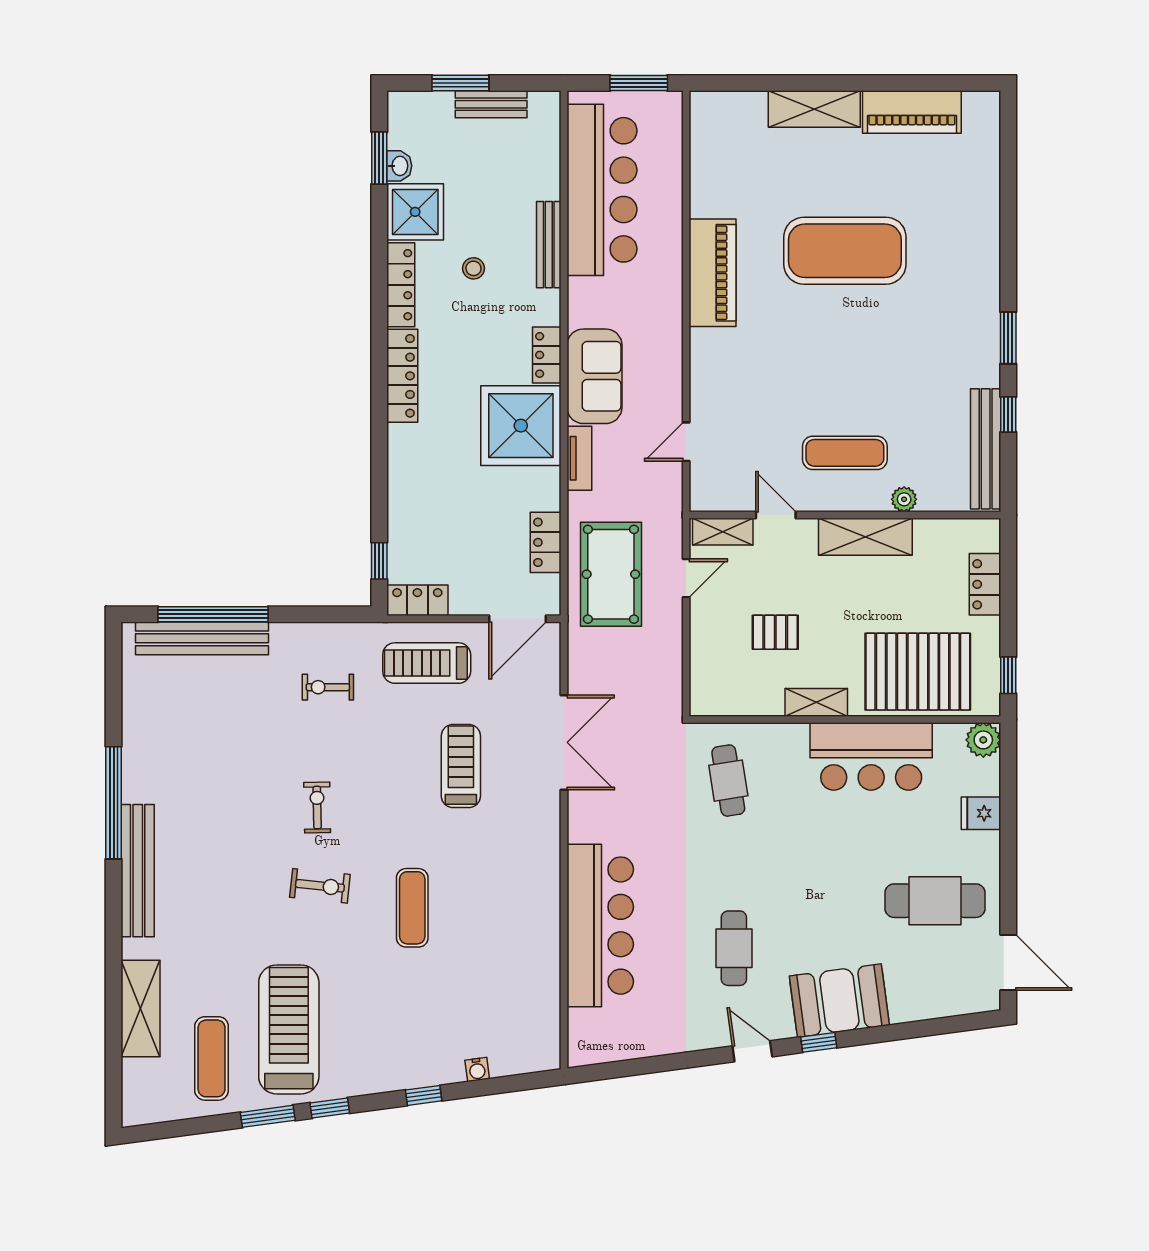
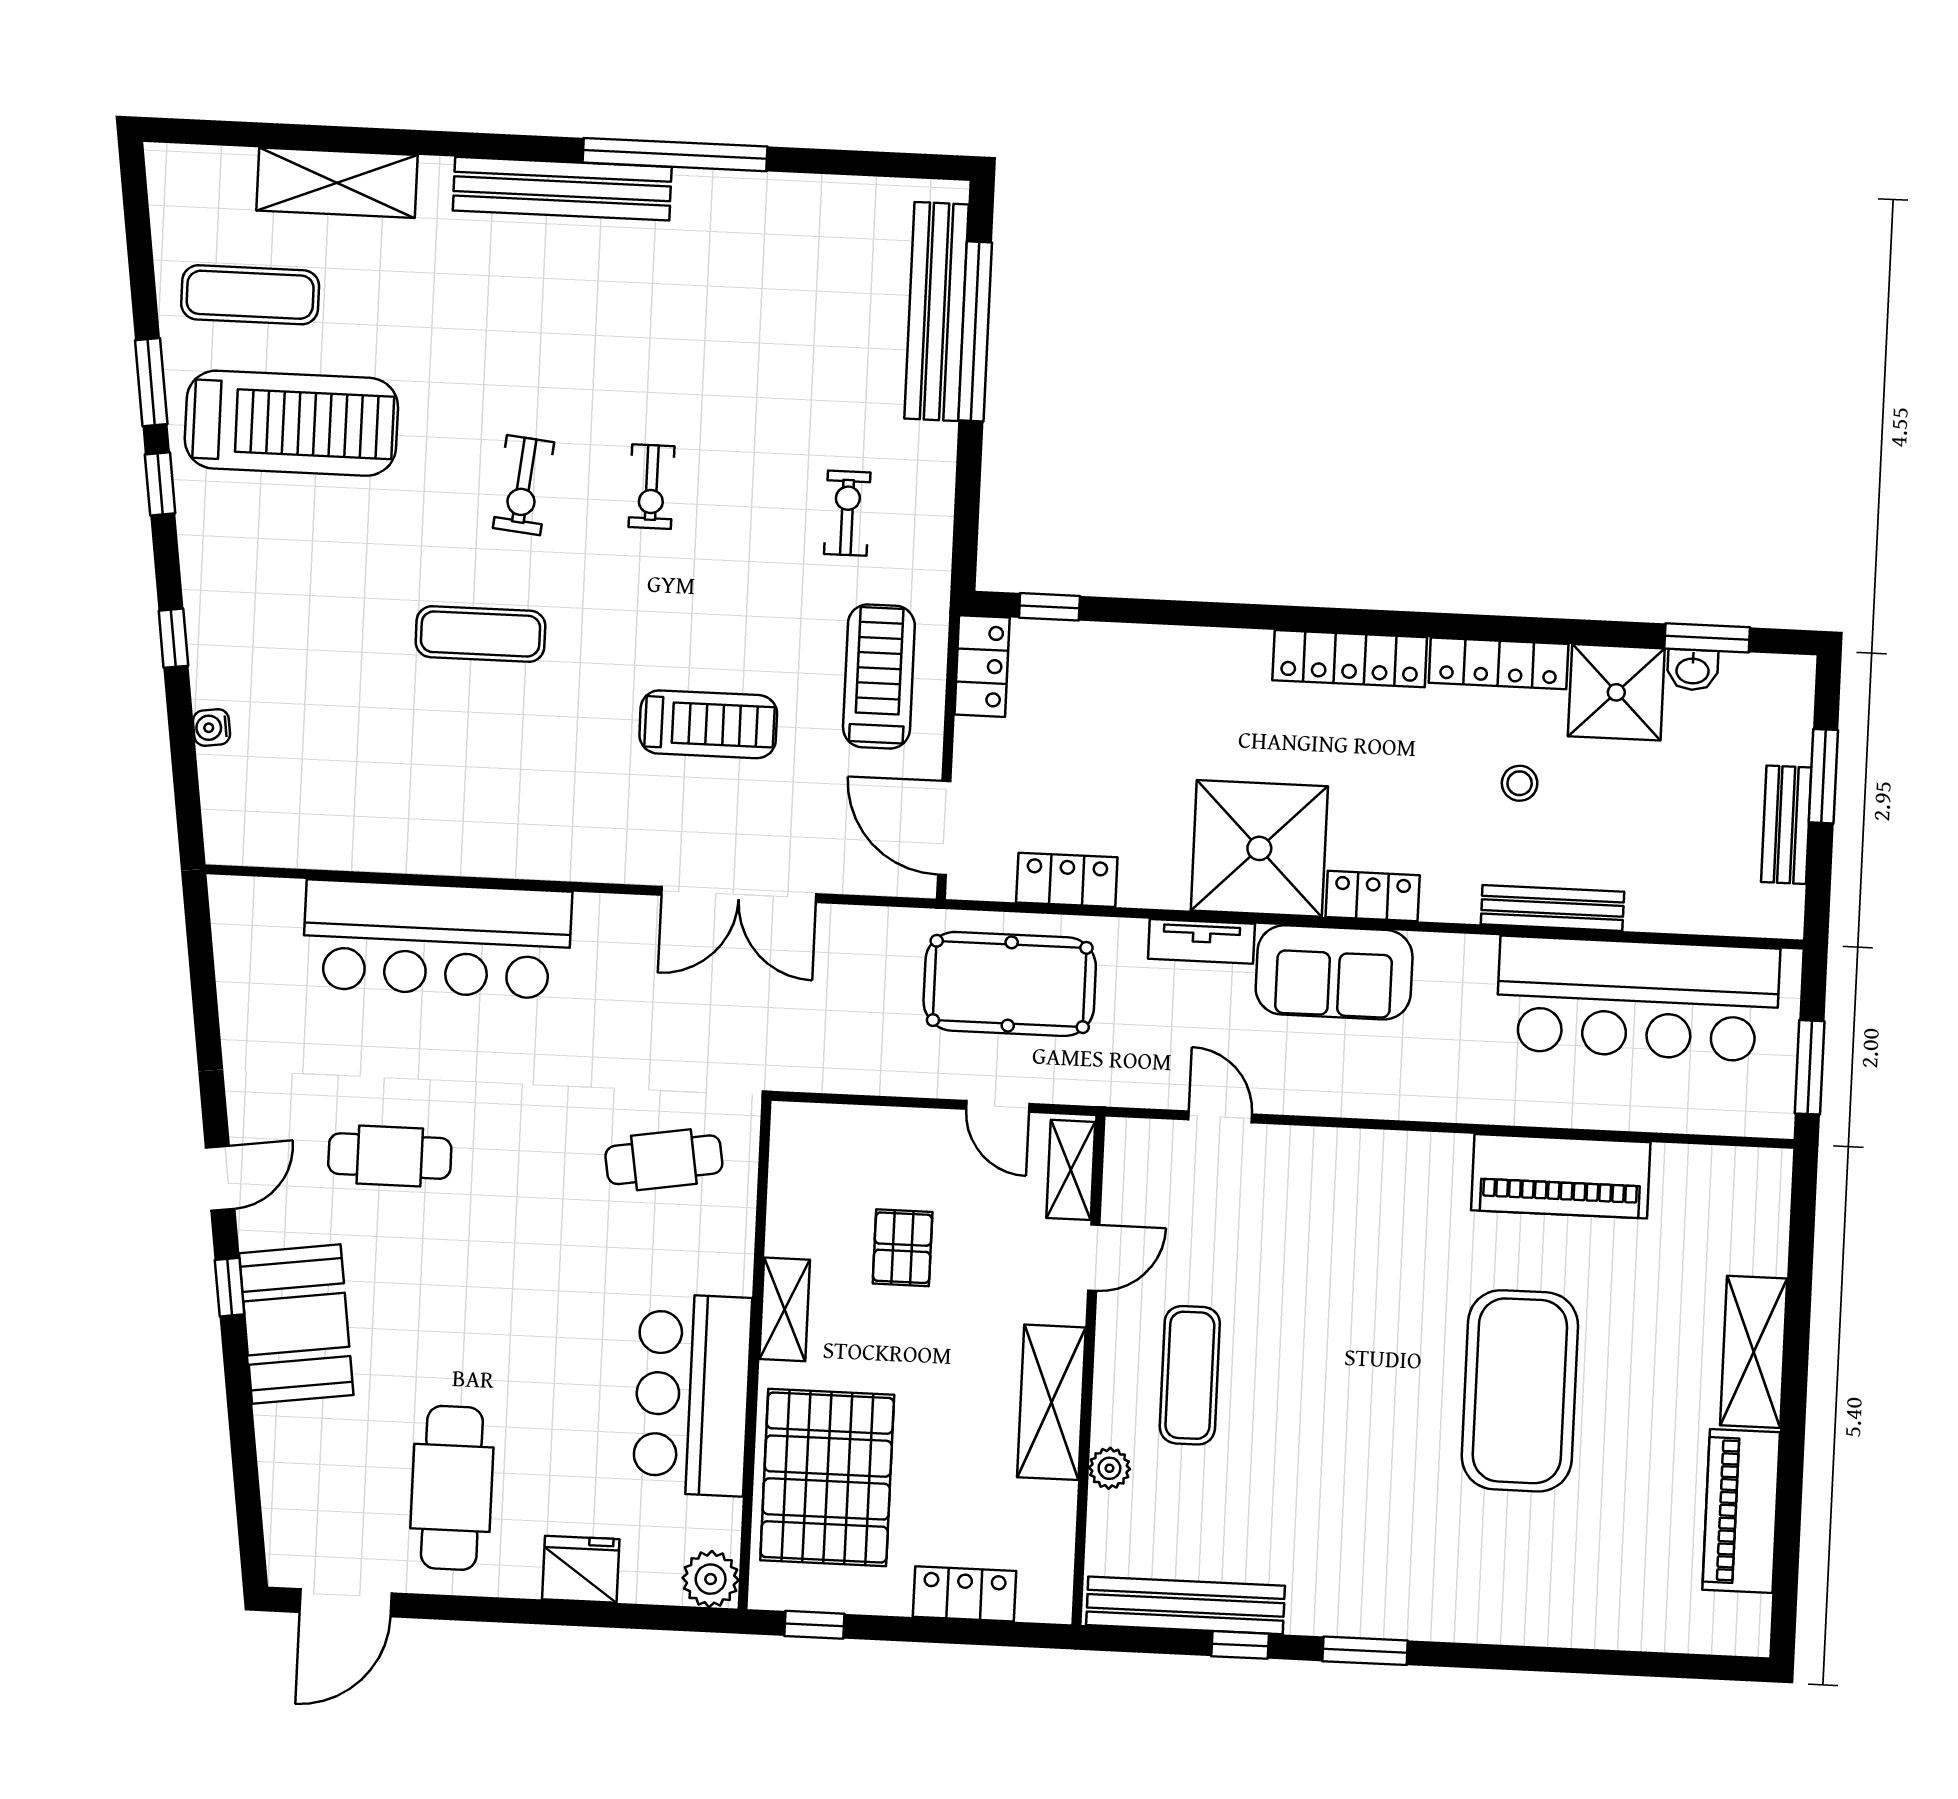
piano: (713, 273) -> (1561, 1176), moved
exercise bike: (317, 808) -> (652, 487), turned 91
fridge: (981, 813) -> (581, 1569), width x1.38

